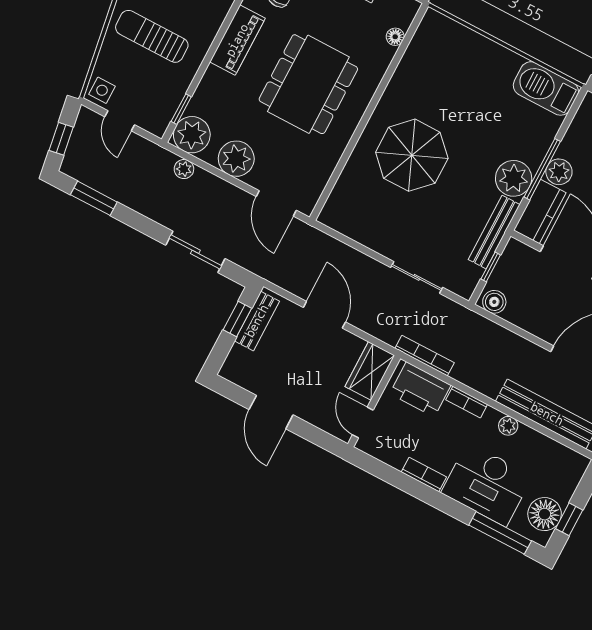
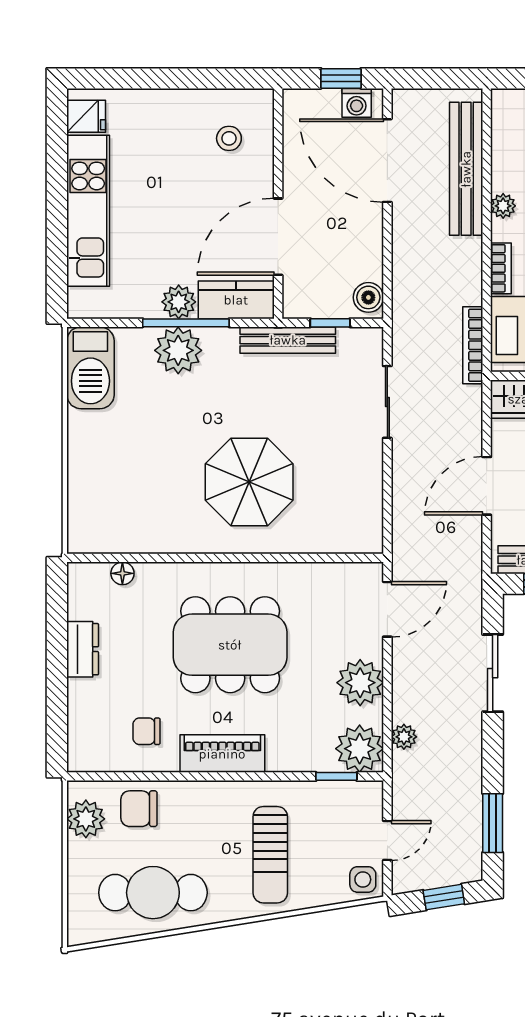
plant: (514, 178) -> (178, 350), moved

